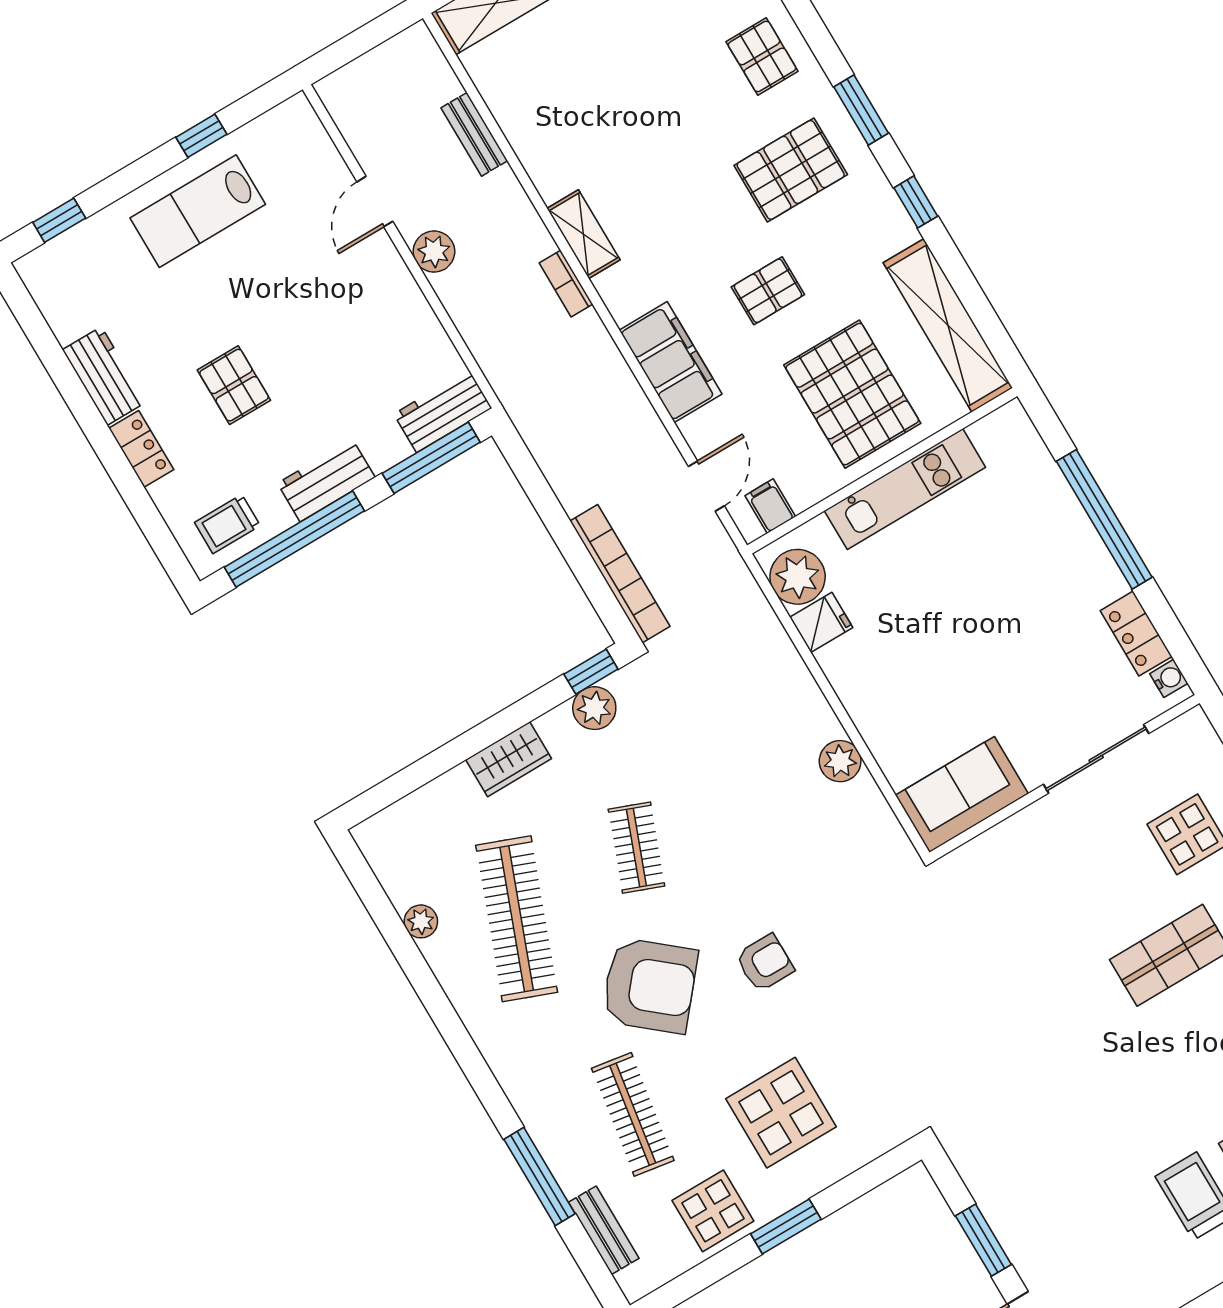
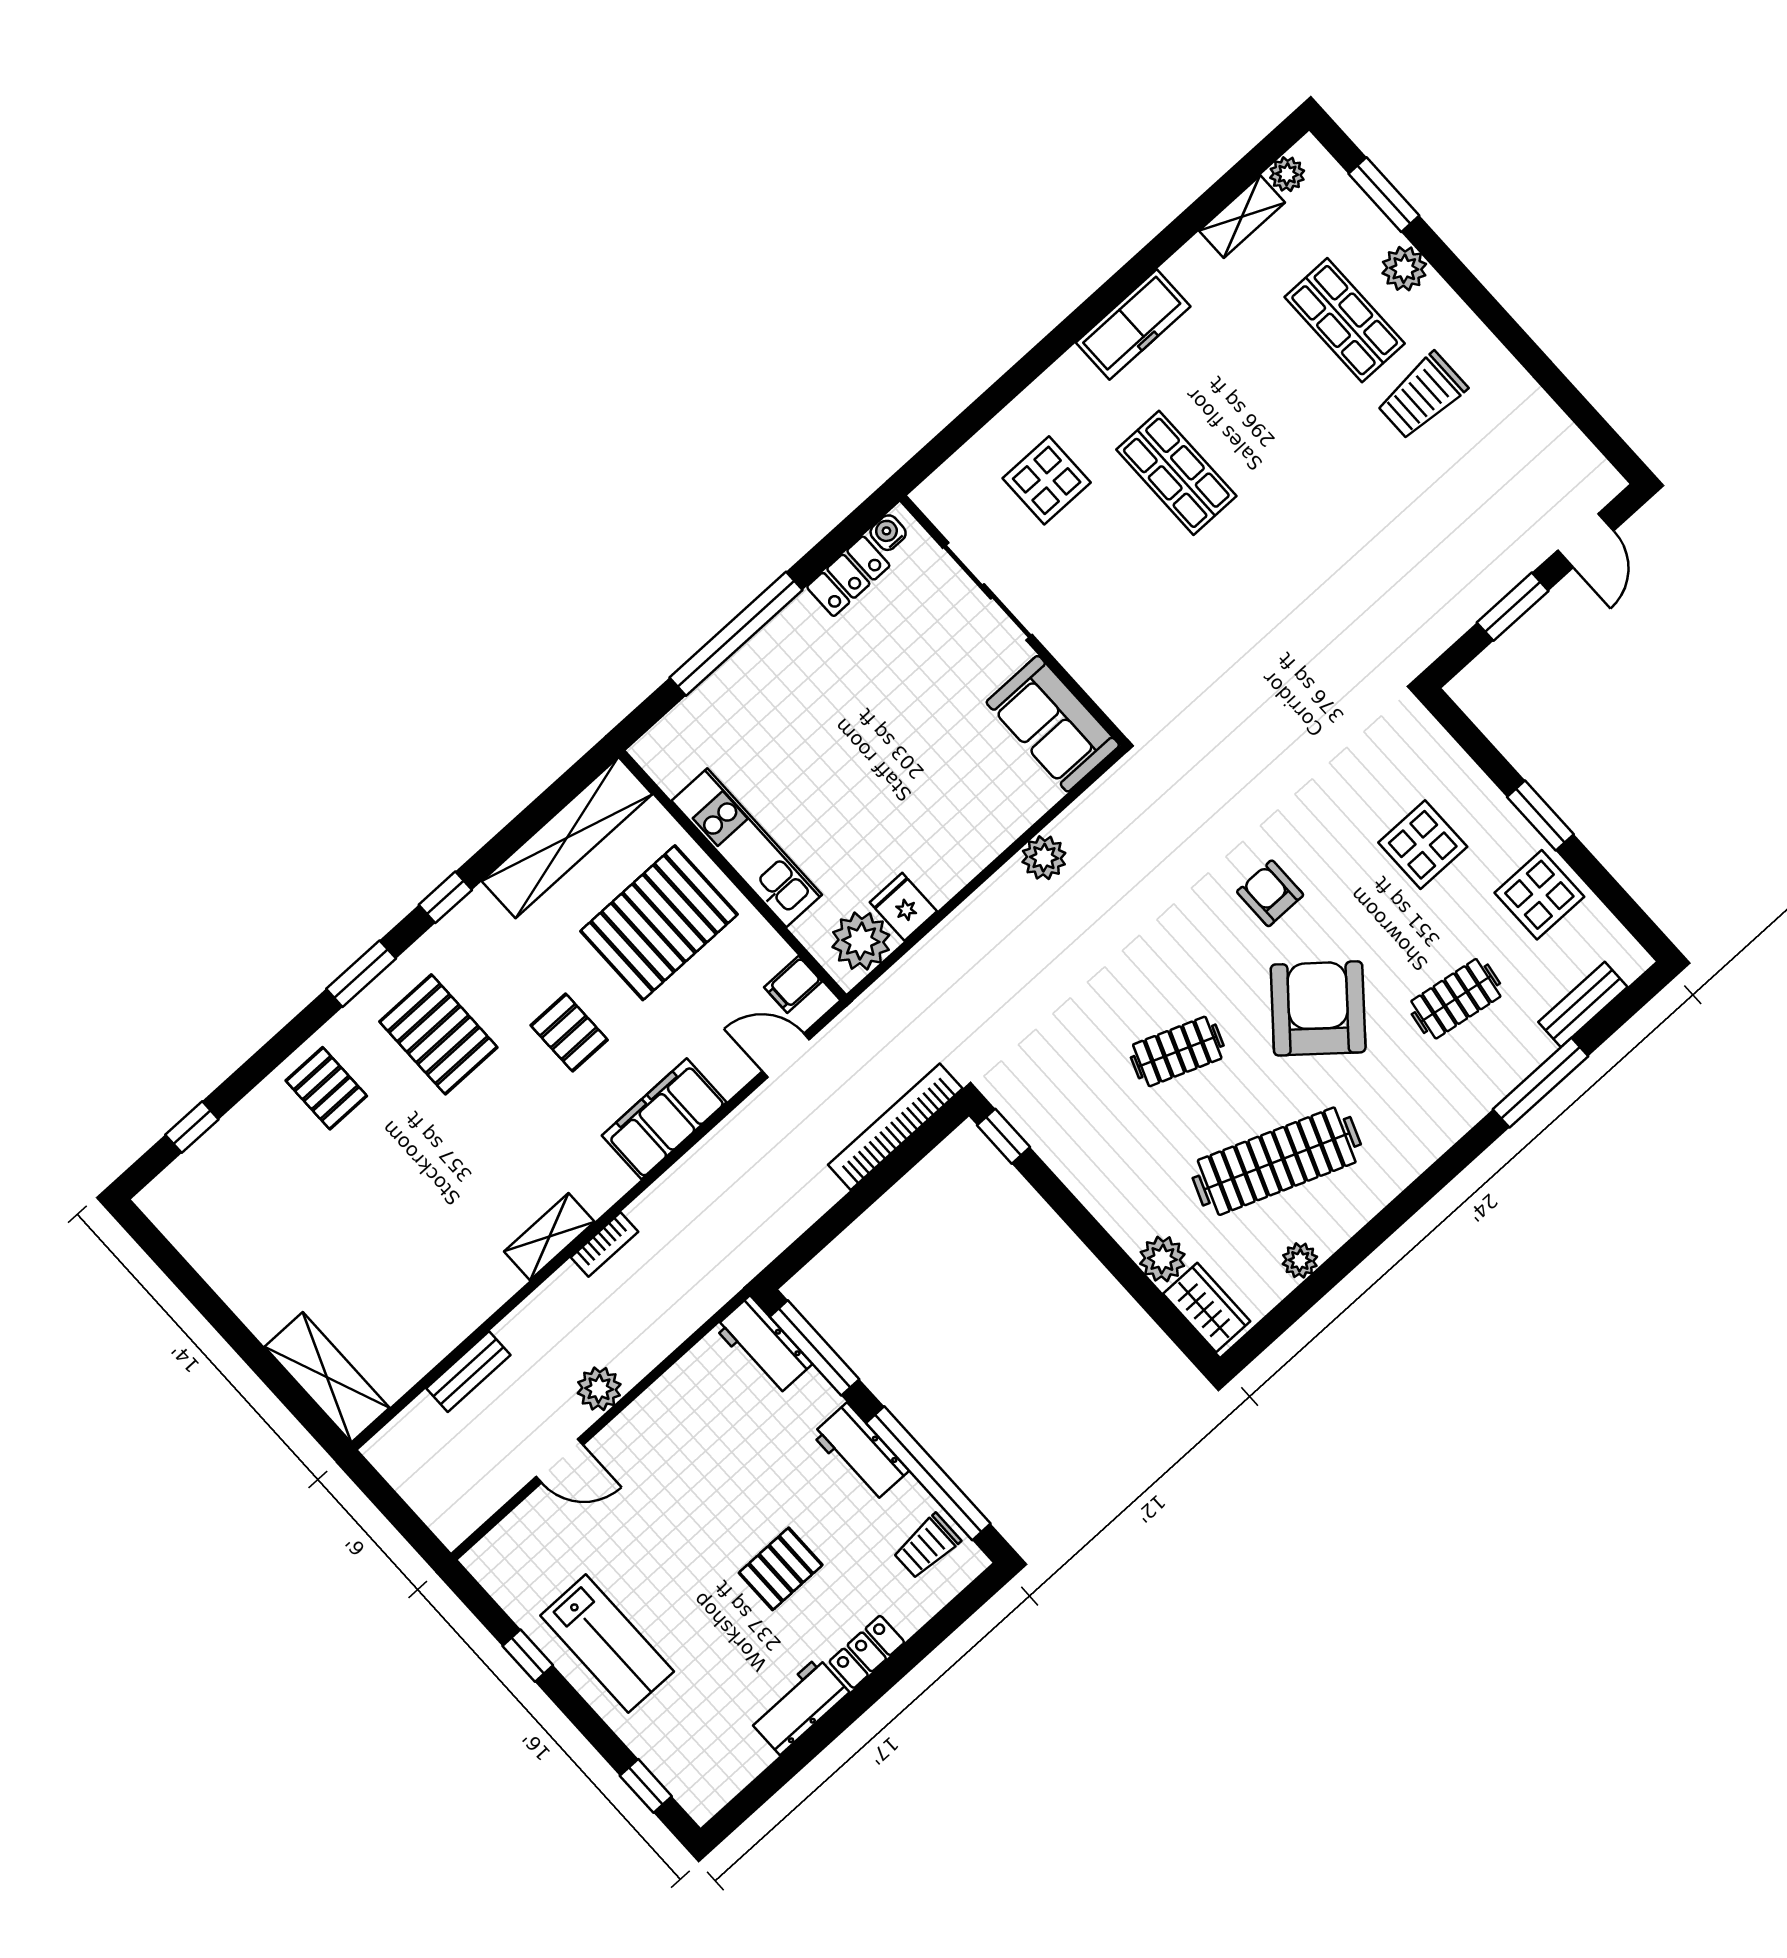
pallet: (762, 56) -> (326, 1088), turned 90
trolley: (227, 524) -> (927, 1546), turned 90
plant: (594, 708) -> (1162, 1259), moved
wardrobe: (509, 759) -> (1207, 1308), moved
display table: (781, 1113) -> (1423, 845), width x0.73, depth x0.73
clothes rail: (633, 1114) -> (1456, 999), width x0.73

